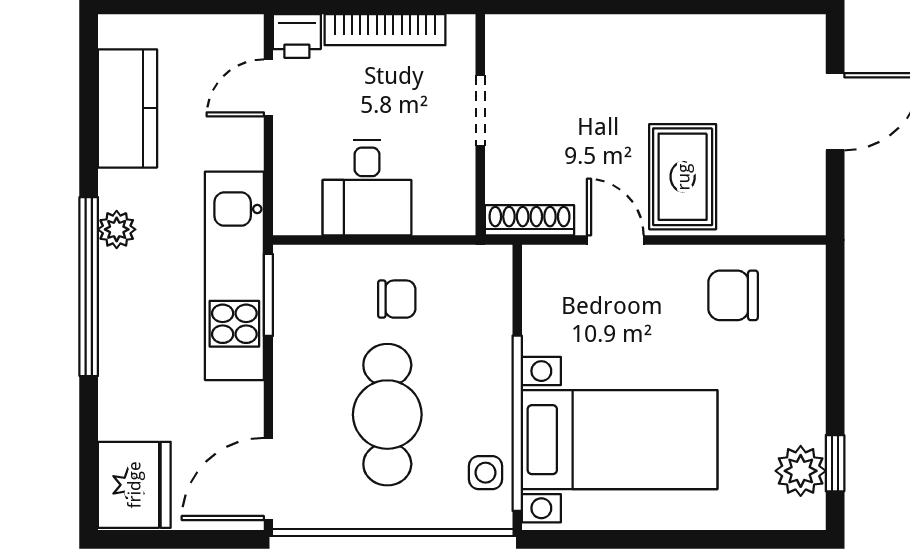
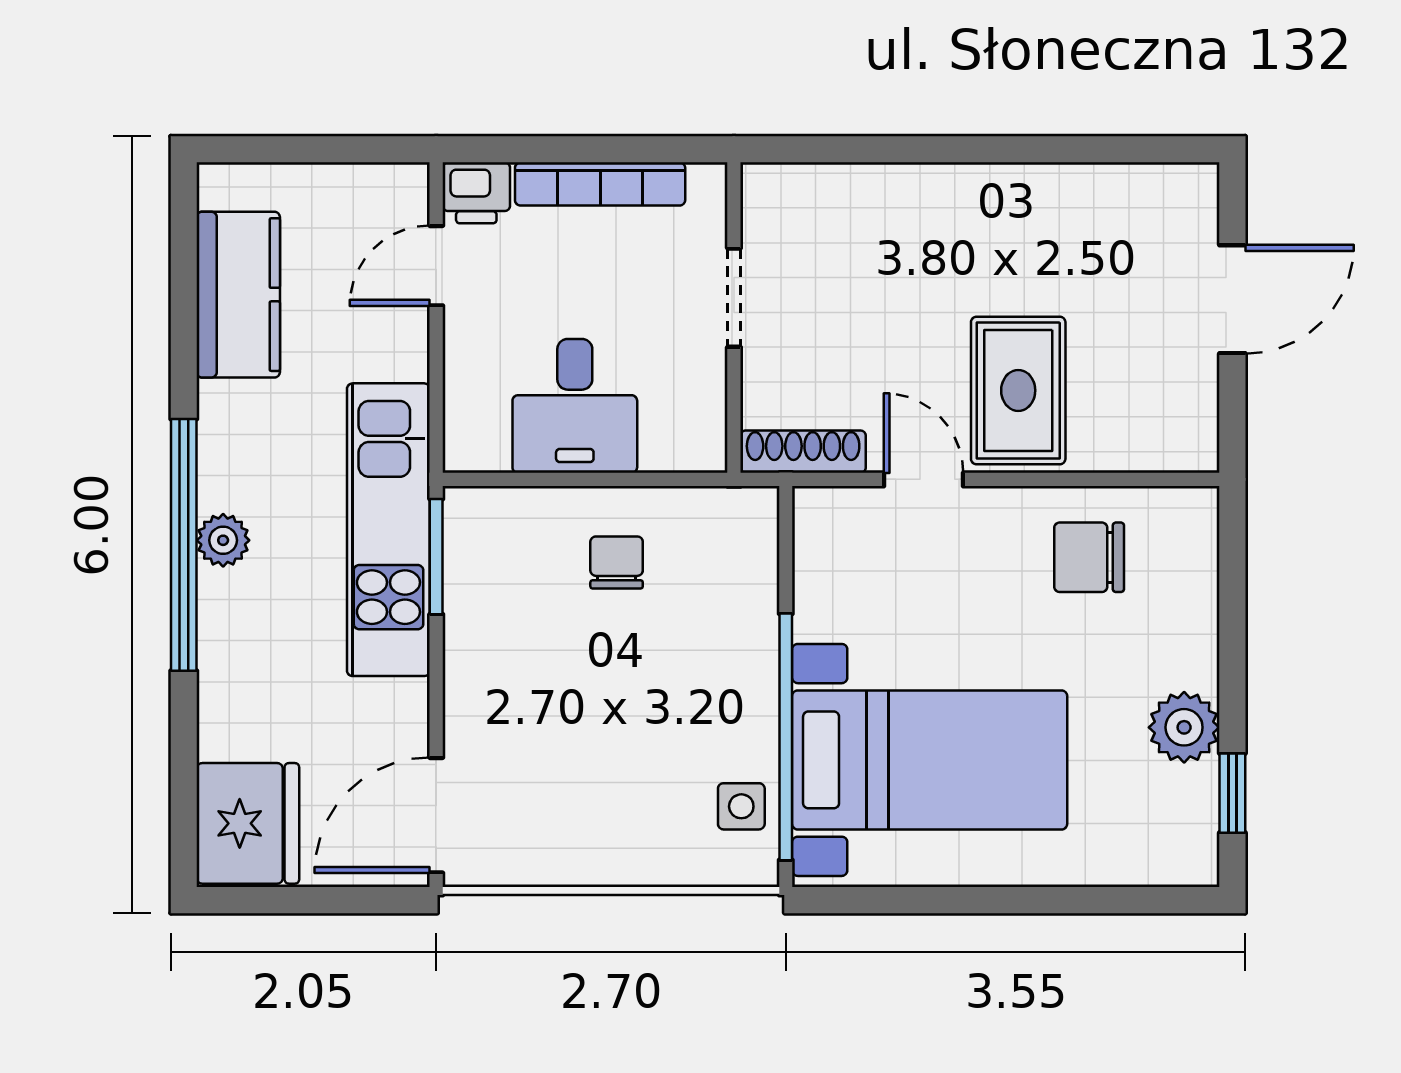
plant: (117, 229) -> (223, 540), moved
chair: (397, 299) -> (617, 562), turned -90
cafe table: (387, 415) -> (603, 725), removed
plant: (801, 471) -> (1184, 727), moved

